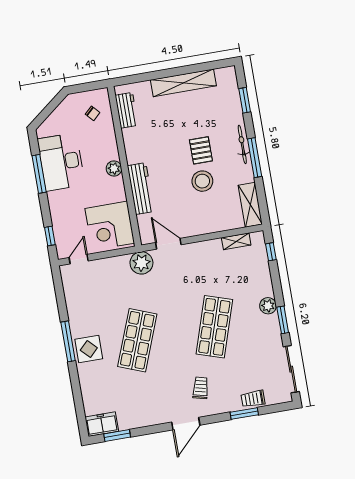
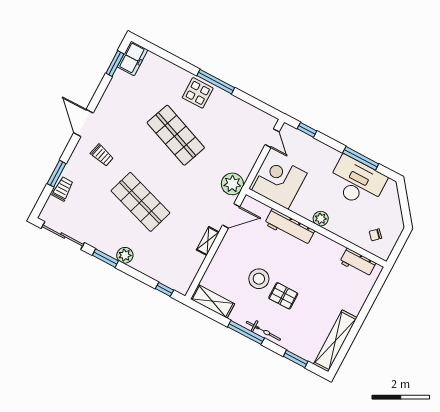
shelving: (183, 83) -> (335, 341), moved
shelving: (236, 241) -> (208, 241), moved

